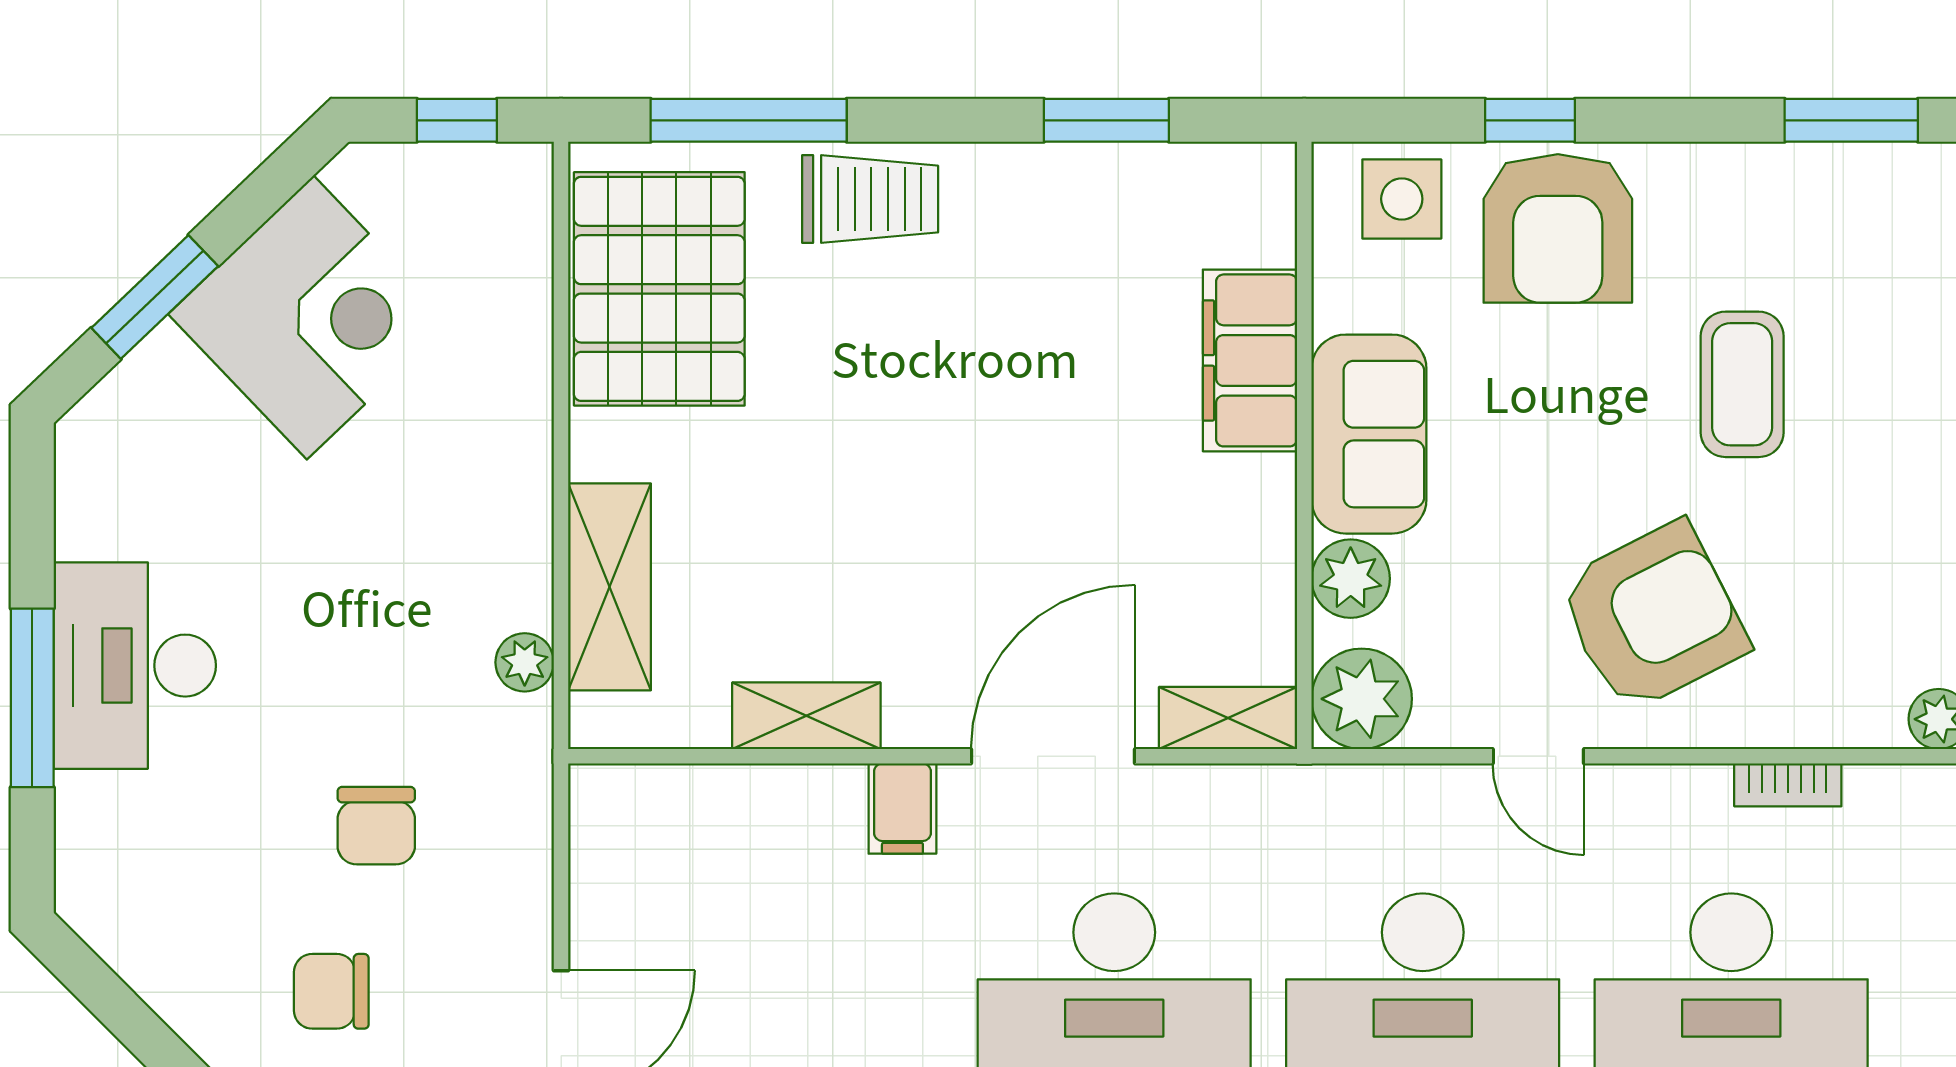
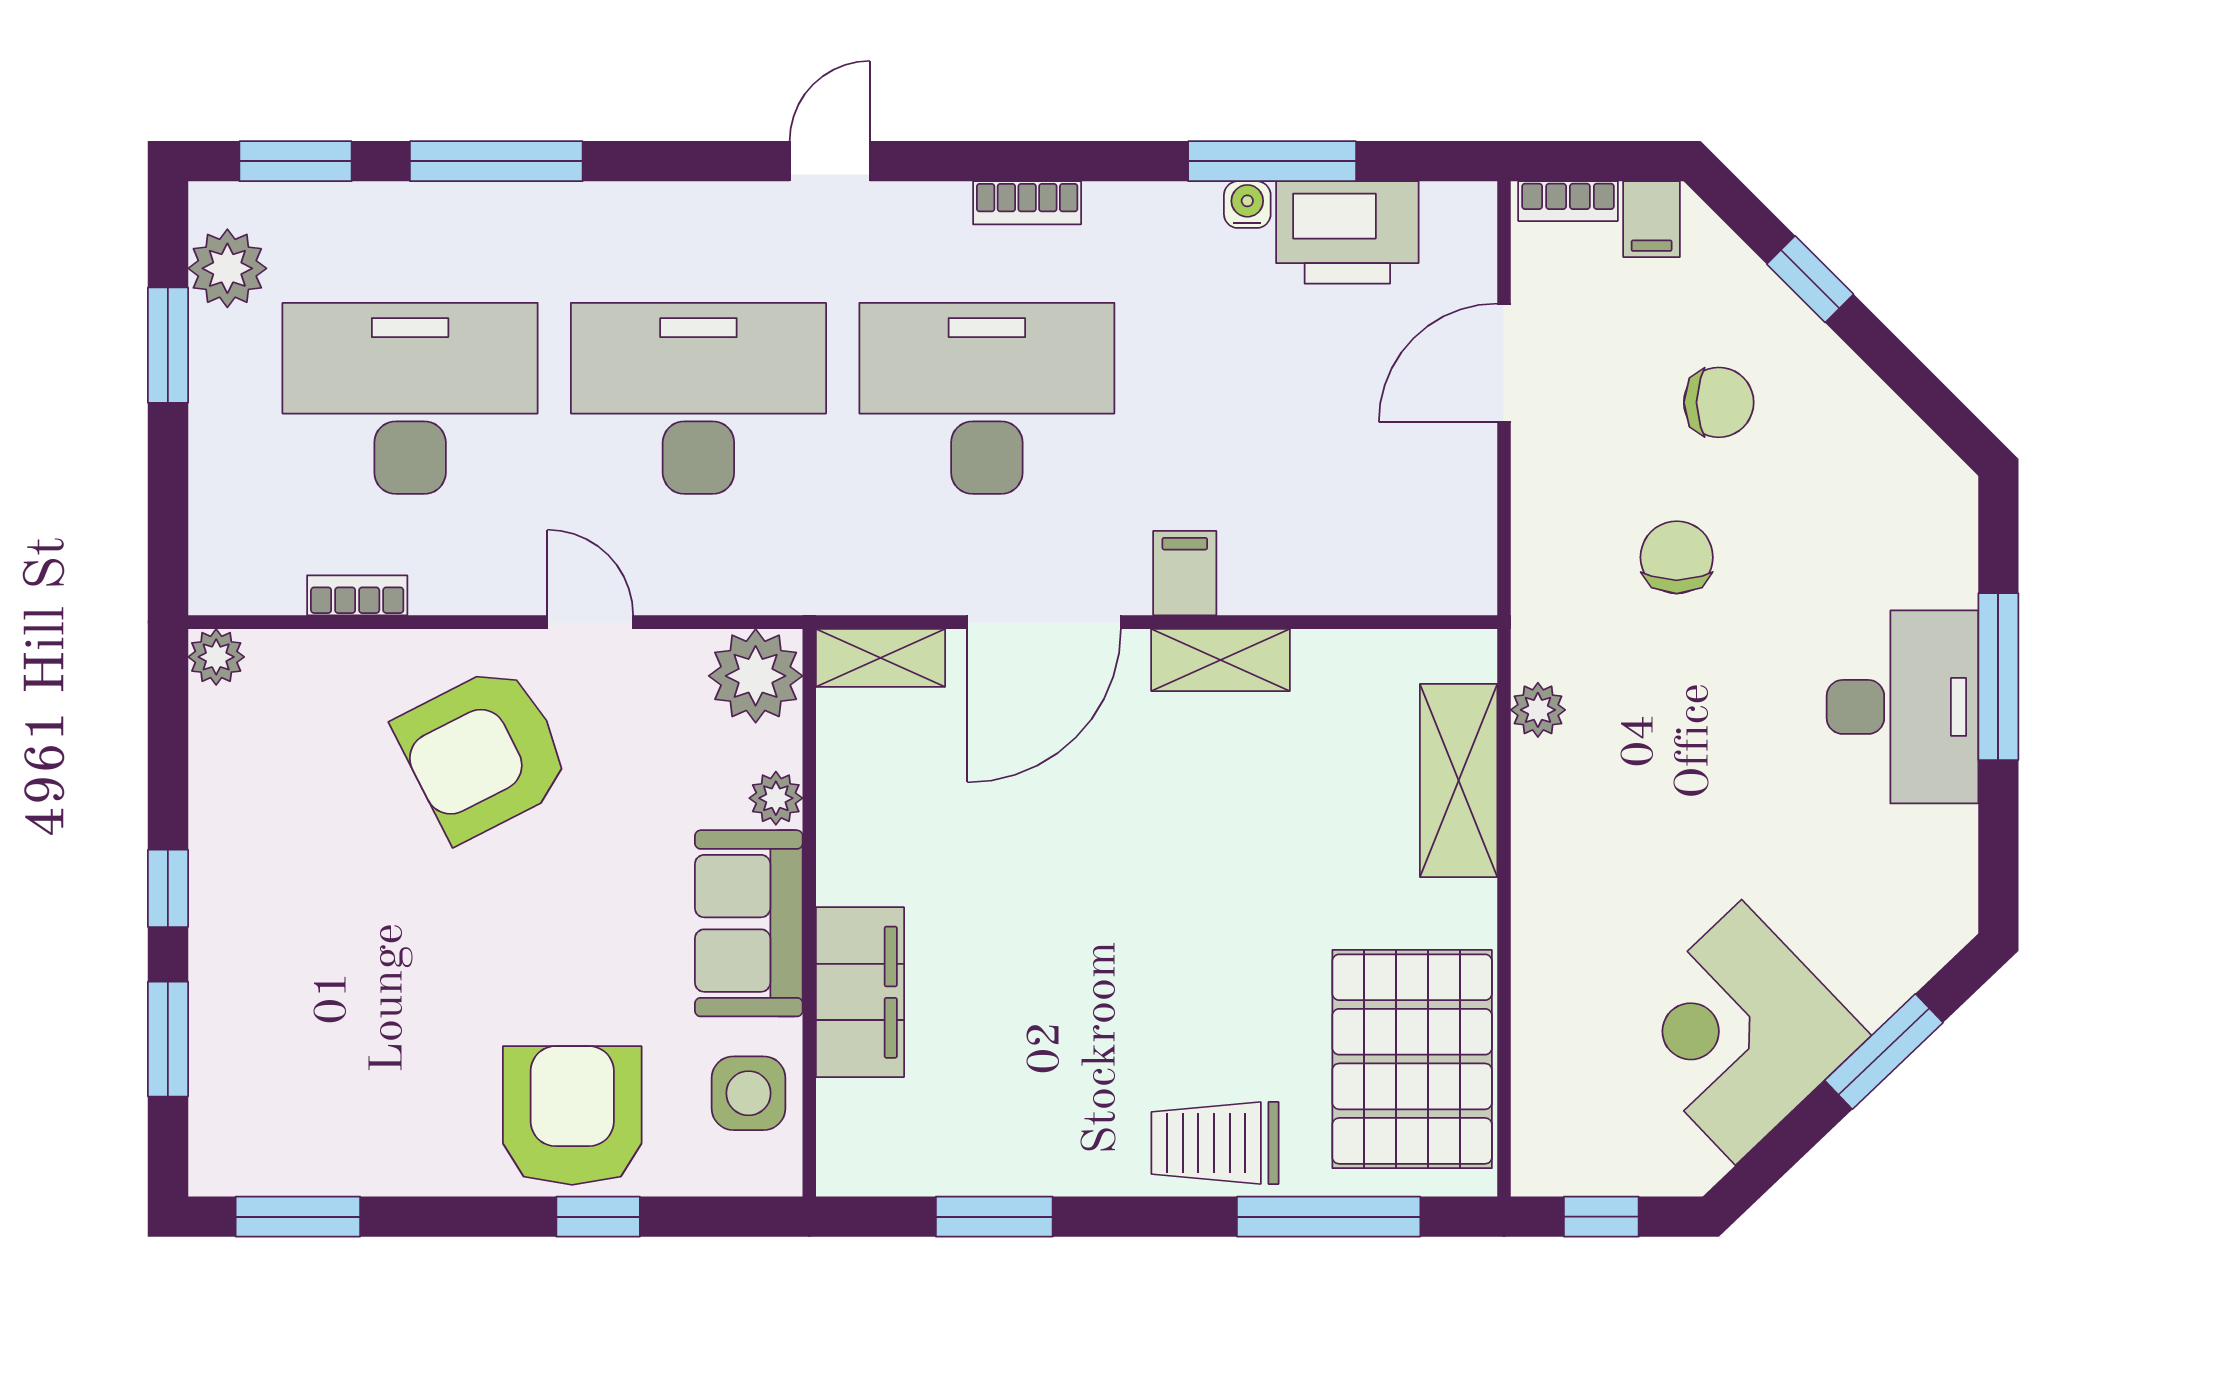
side table: (1402, 199) -> (748, 1093), moved
coffee table: (1742, 384) -> (400, 970), removed
plant: (1351, 579) -> (776, 798), width x0.73, depth x0.73
shelving: (806, 716) -> (1220, 660), moved

